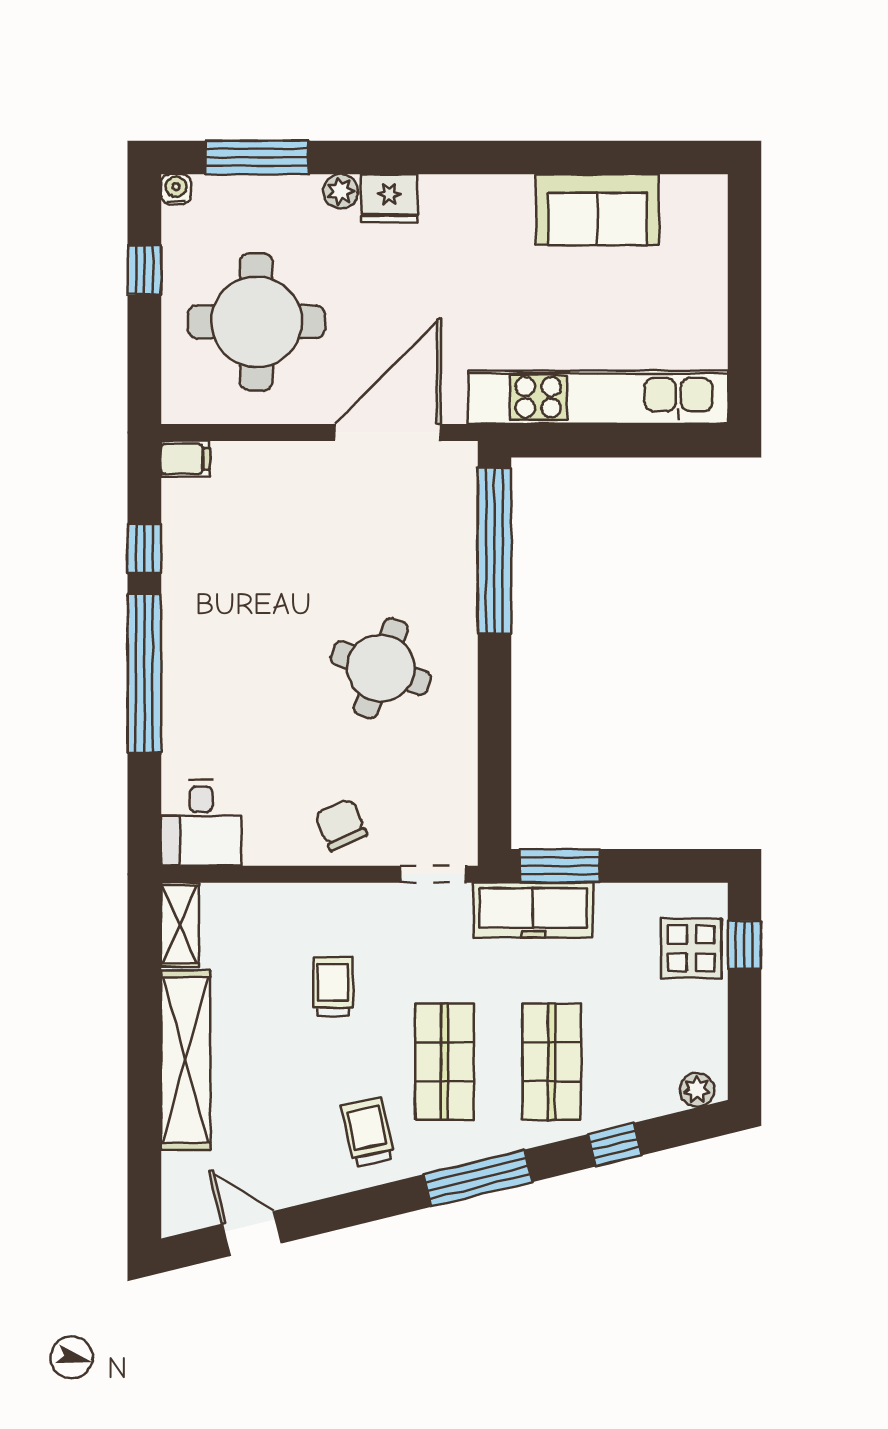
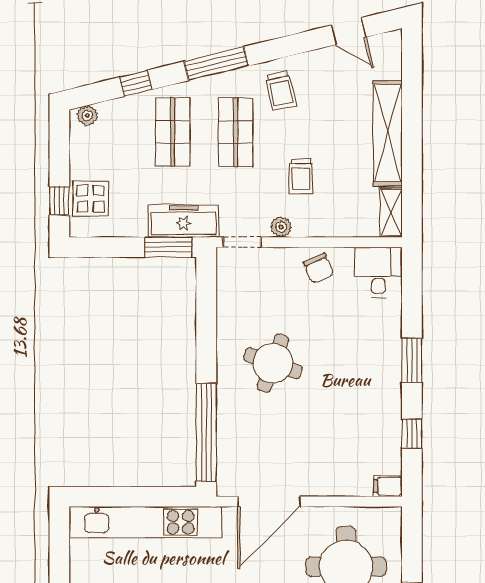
window: (144, 673) -> (412, 360), width x0.47
chair: (341, 825) -> (319, 268), moved
plant: (367, 900) -> (281, 227), added

